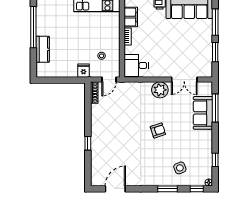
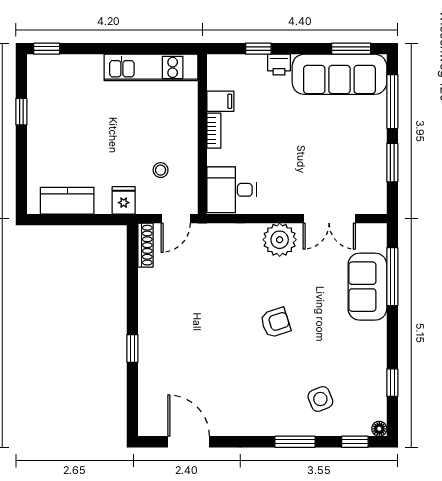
filing cabinet: (131, 17) -> (220, 101), width x0.50
window: (33, 27) -> (21, 112), width x0.32
kitchen counter: (43, 49) -> (67, 201), moved, turned -90
door: (115, 189) -> (189, 442), hinge flipped

